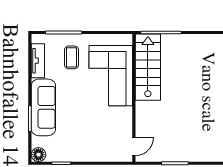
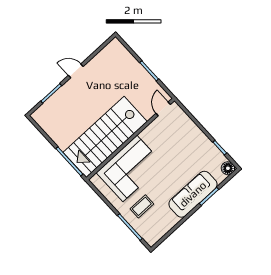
tv unit: (38, 61) -> (165, 227), removed
stairs: (148, 67) -> (105, 137), width x1.36, depth x1.51
door: (134, 146) -> (163, 109), hinge flipped

